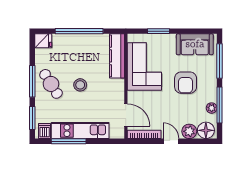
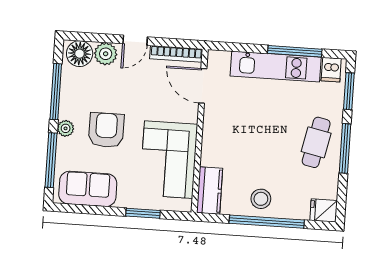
kitchen counter: (117, 56) -> (210, 191), width x0.67
cafe table: (51, 84) -> (316, 142), turned 44
stool: (80, 85) -> (261, 199), moved
plant: (212, 108) -> (66, 128), moved
door: (171, 141) -> (135, 40), hinge flipped

